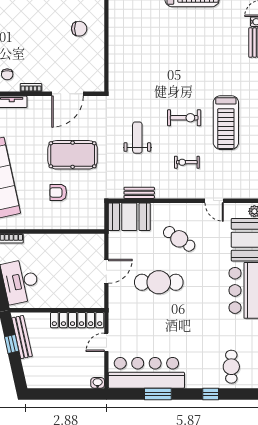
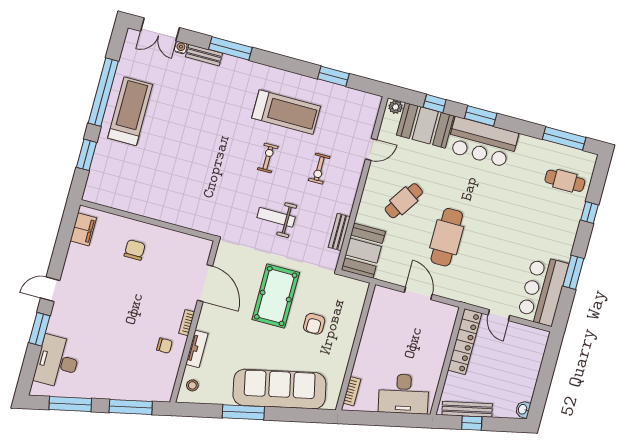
exercise bike: (184, 118) -> (268, 158), width x0.73, depth x0.72
bar counter: (146, 373) -> (543, 290), width x0.73
washbasin: (98, 383) -> (523, 409), moved

